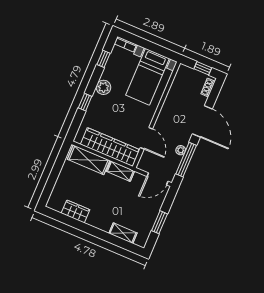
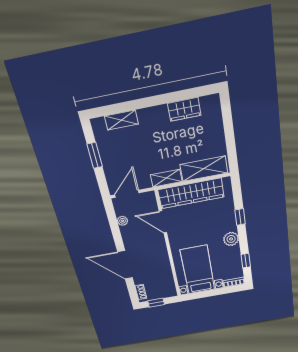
plant: (181, 150) -> (123, 221), moved
window: (186, 160) -> (114, 227), removed

